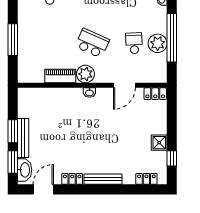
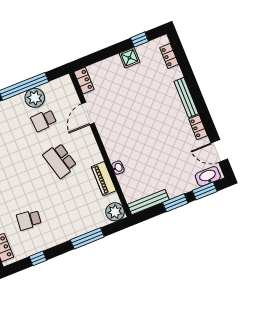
school desk: (92, 43) -> (60, 161), turned -39
plant: (85, 74) -> (115, 212), moved
door: (124, 85) -> (88, 113), swing flipped
washbasin: (89, 93) -> (118, 168), moved
bench: (23, 138) -> (148, 202), moved

